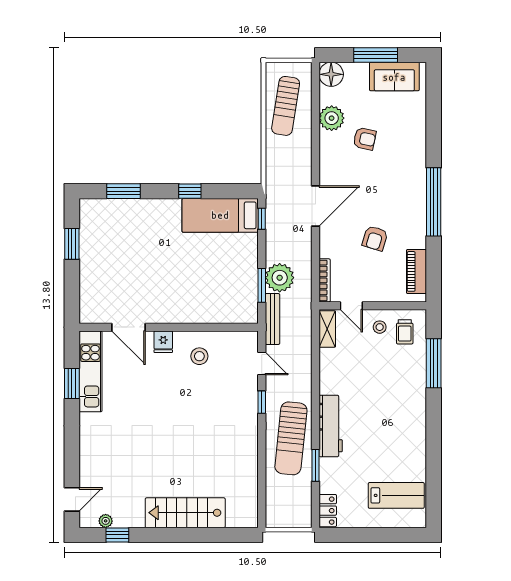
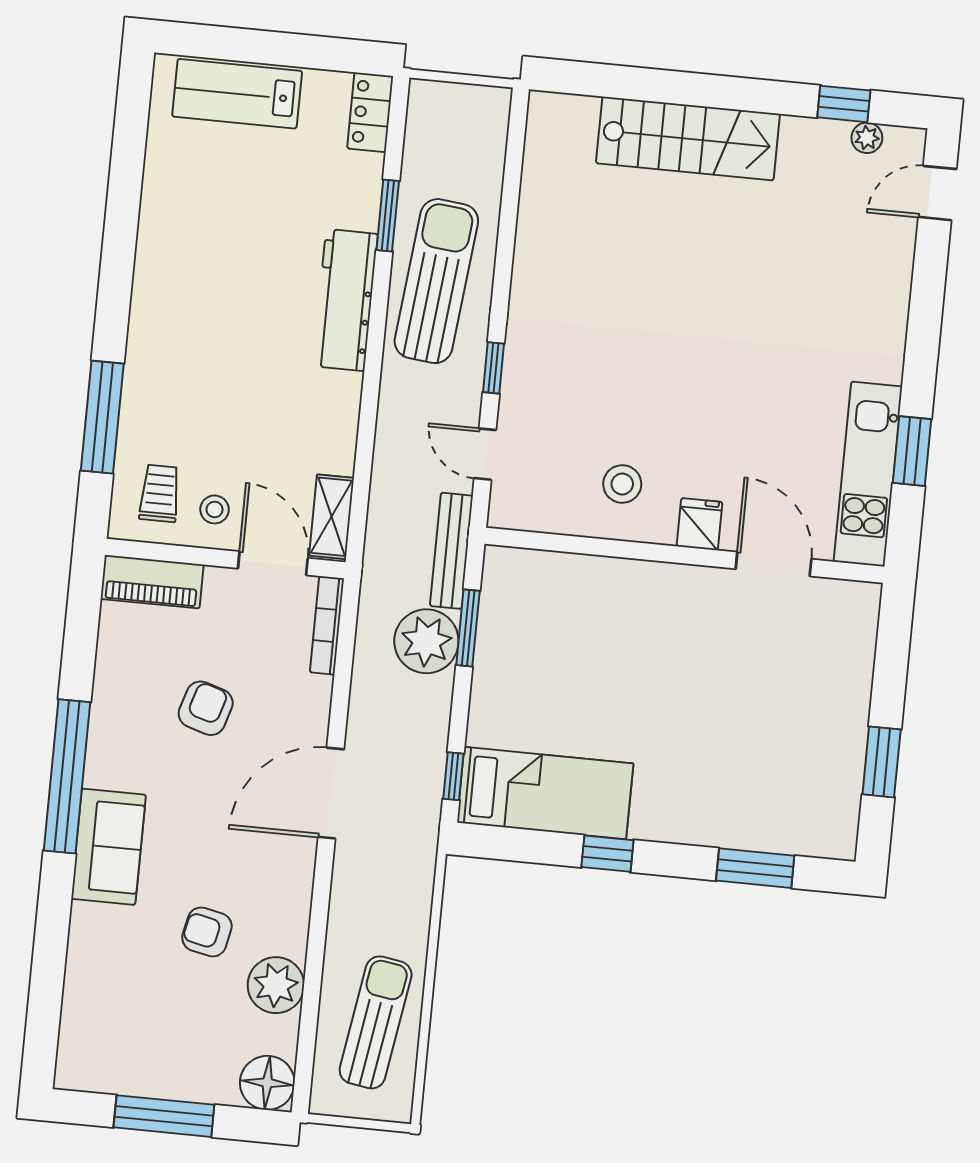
sofa: (394, 77) -> (108, 847), moved, turned 90
piano: (417, 271) -> (152, 582), moved, turned 90
door: (351, 306) -> (273, 563), width x1.38
lab bench: (396, 495) -> (237, 94), moved

